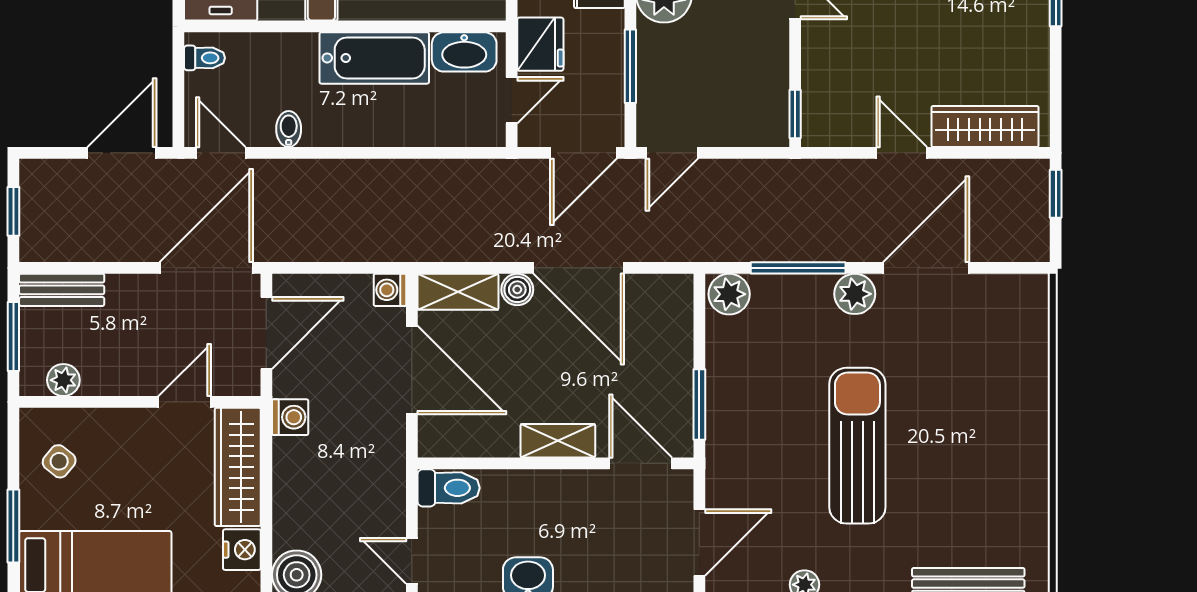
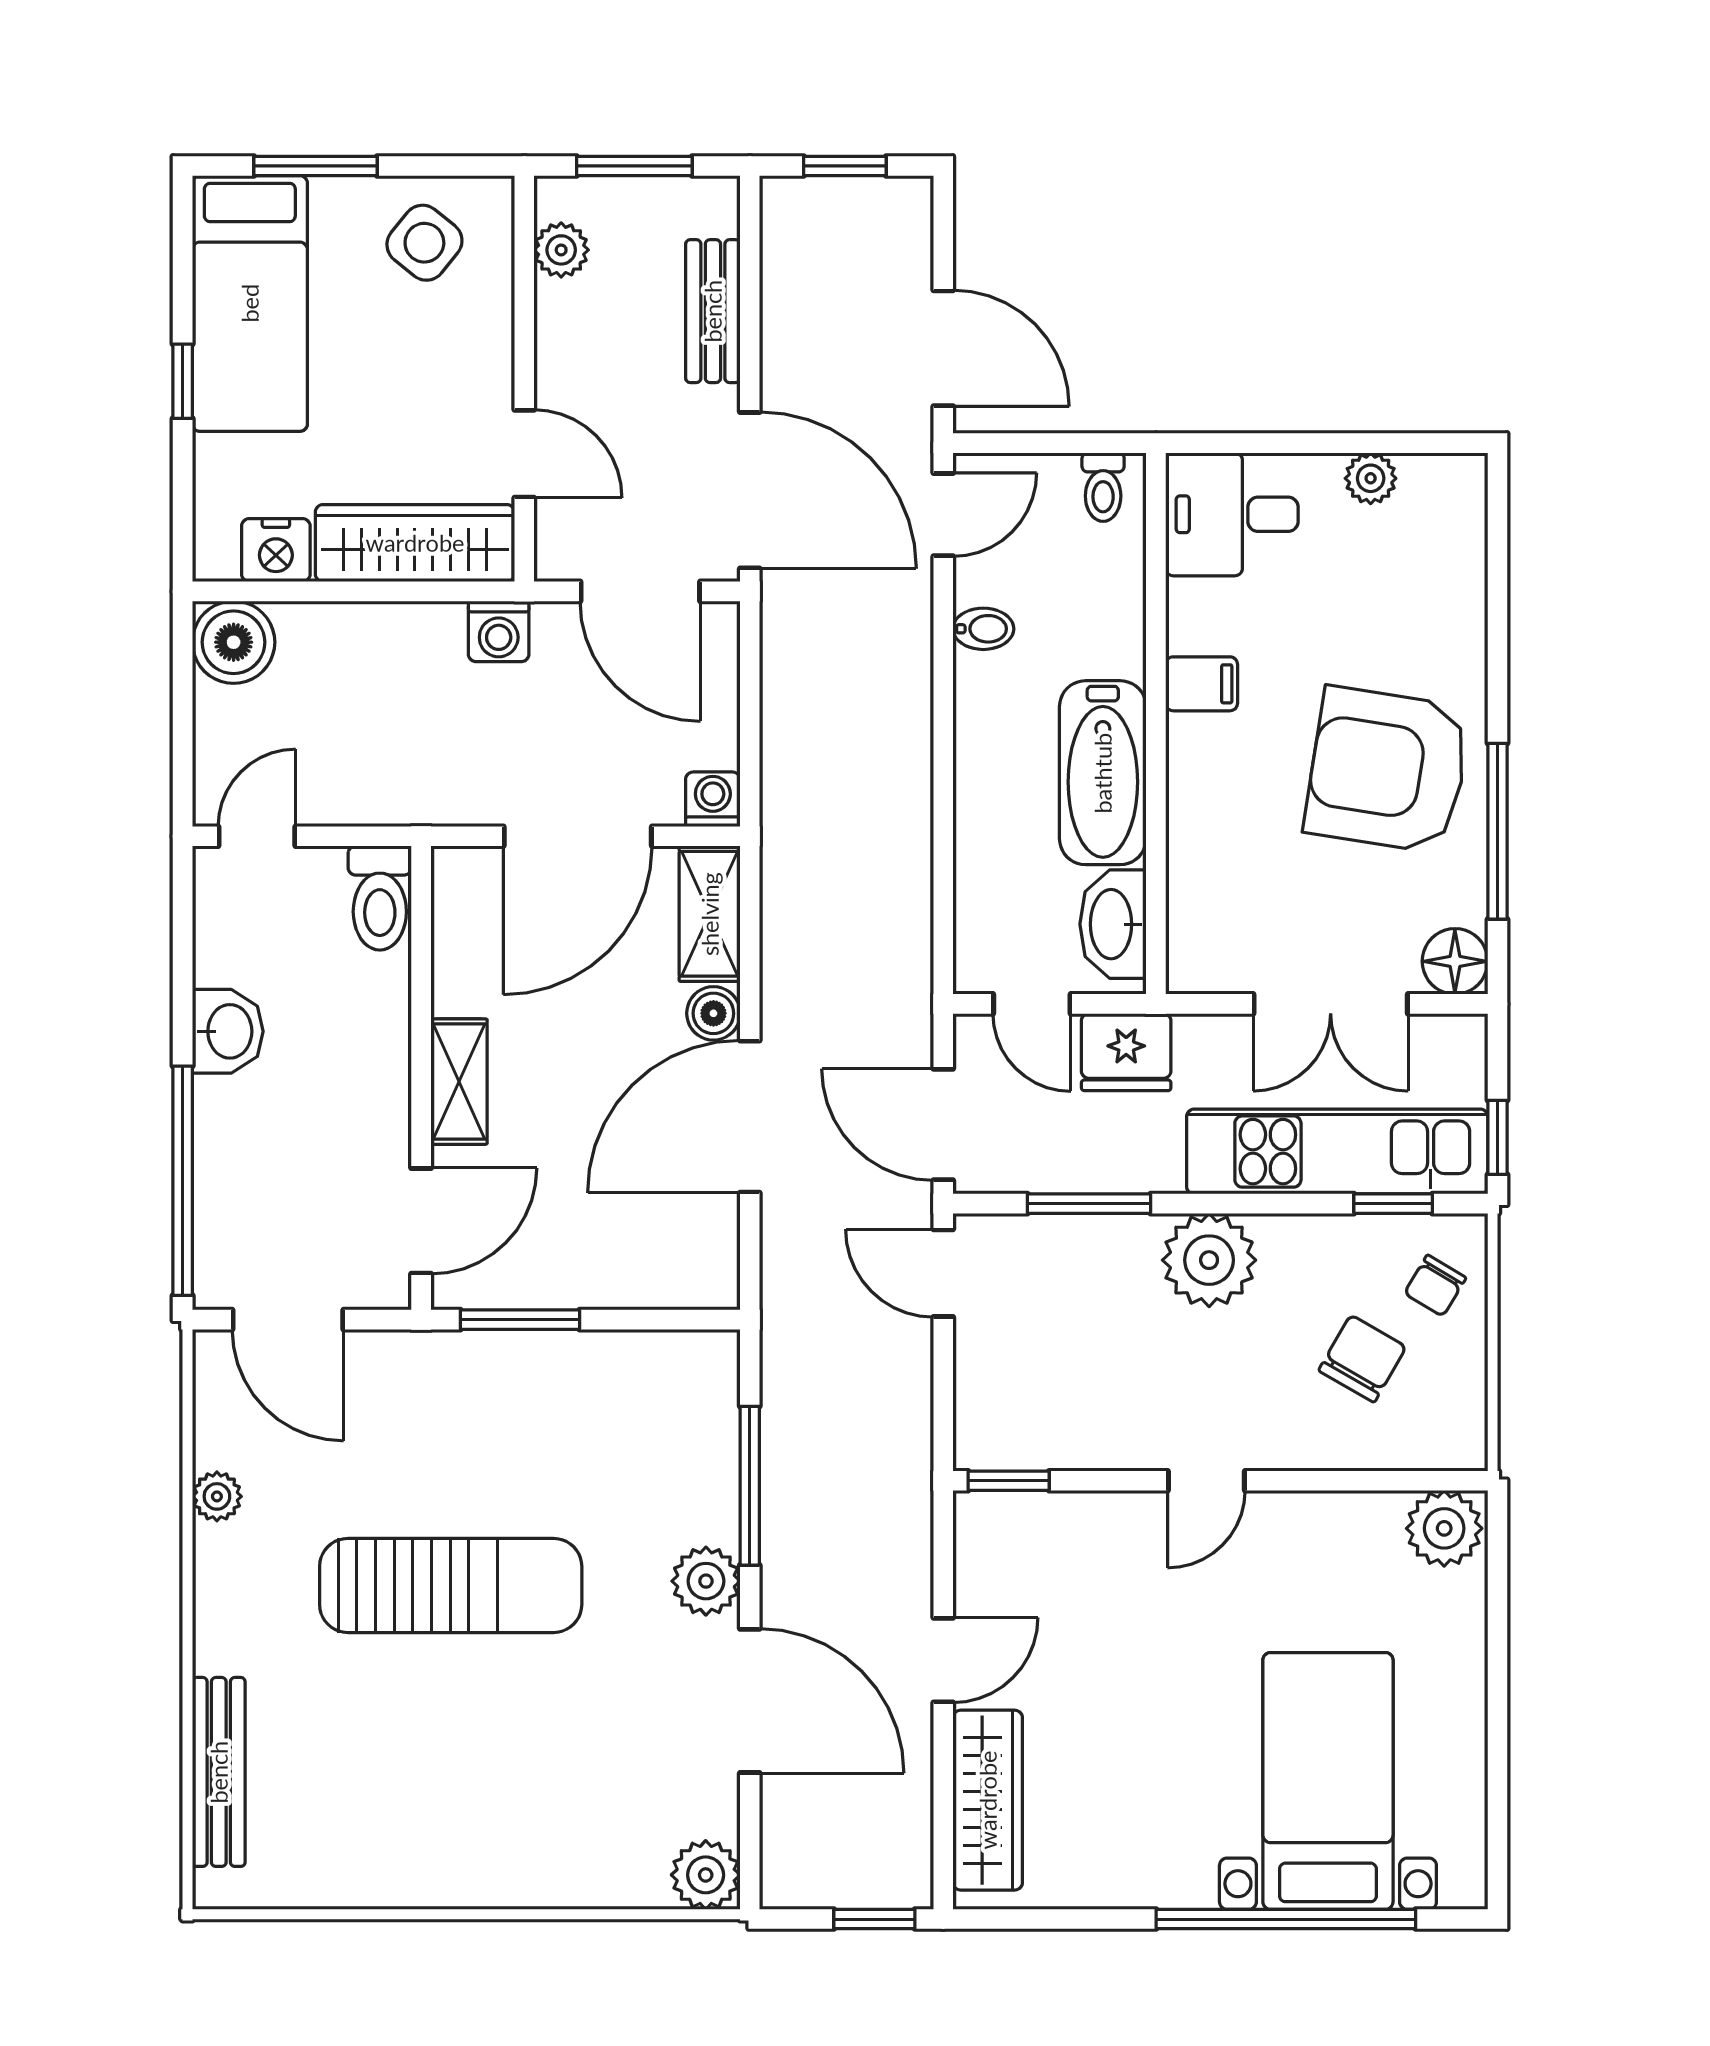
bench: (62, 290) -> (713, 311), moved
plant: (729, 294) -> (706, 1875), moved
side table: (59, 461) -> (424, 243), width x1.37, depth x1.37

